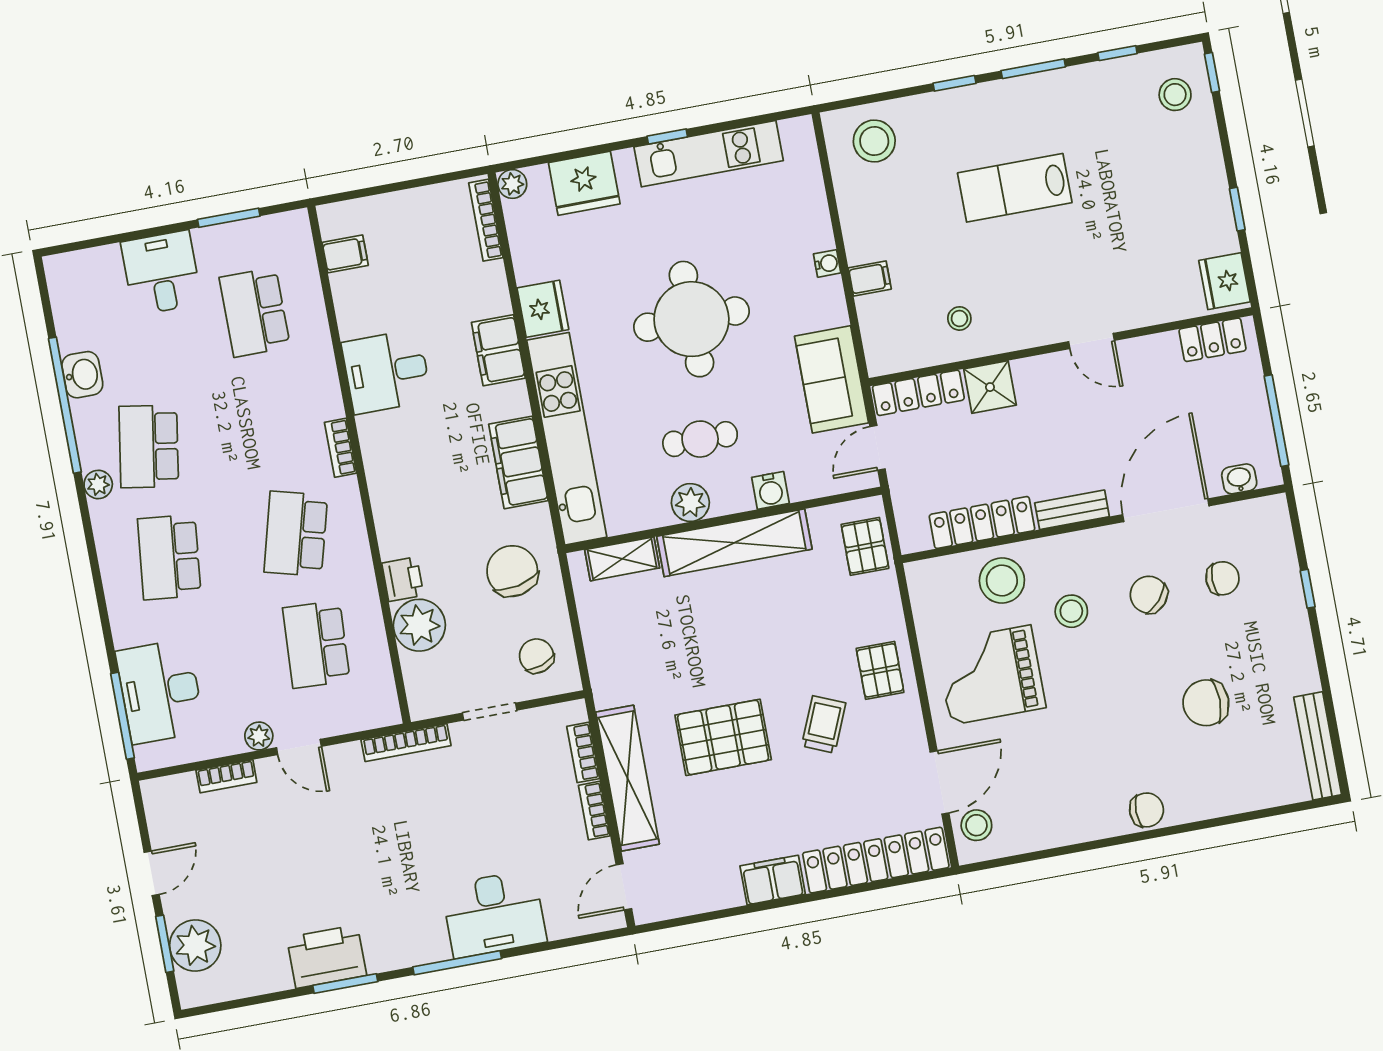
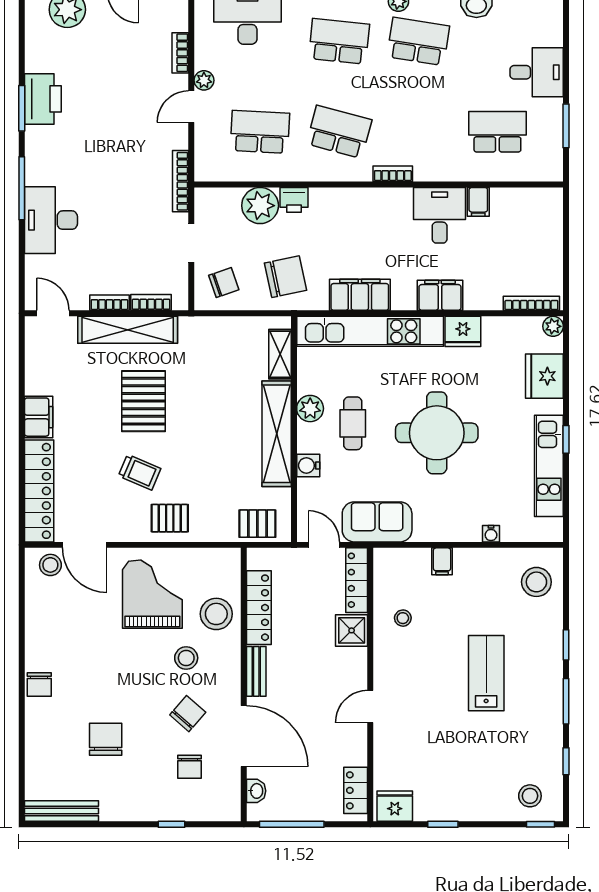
filing cabinet: (345, 254) -> (478, 202), moved
water cooler: (827, 263) -> (491, 534), moved

